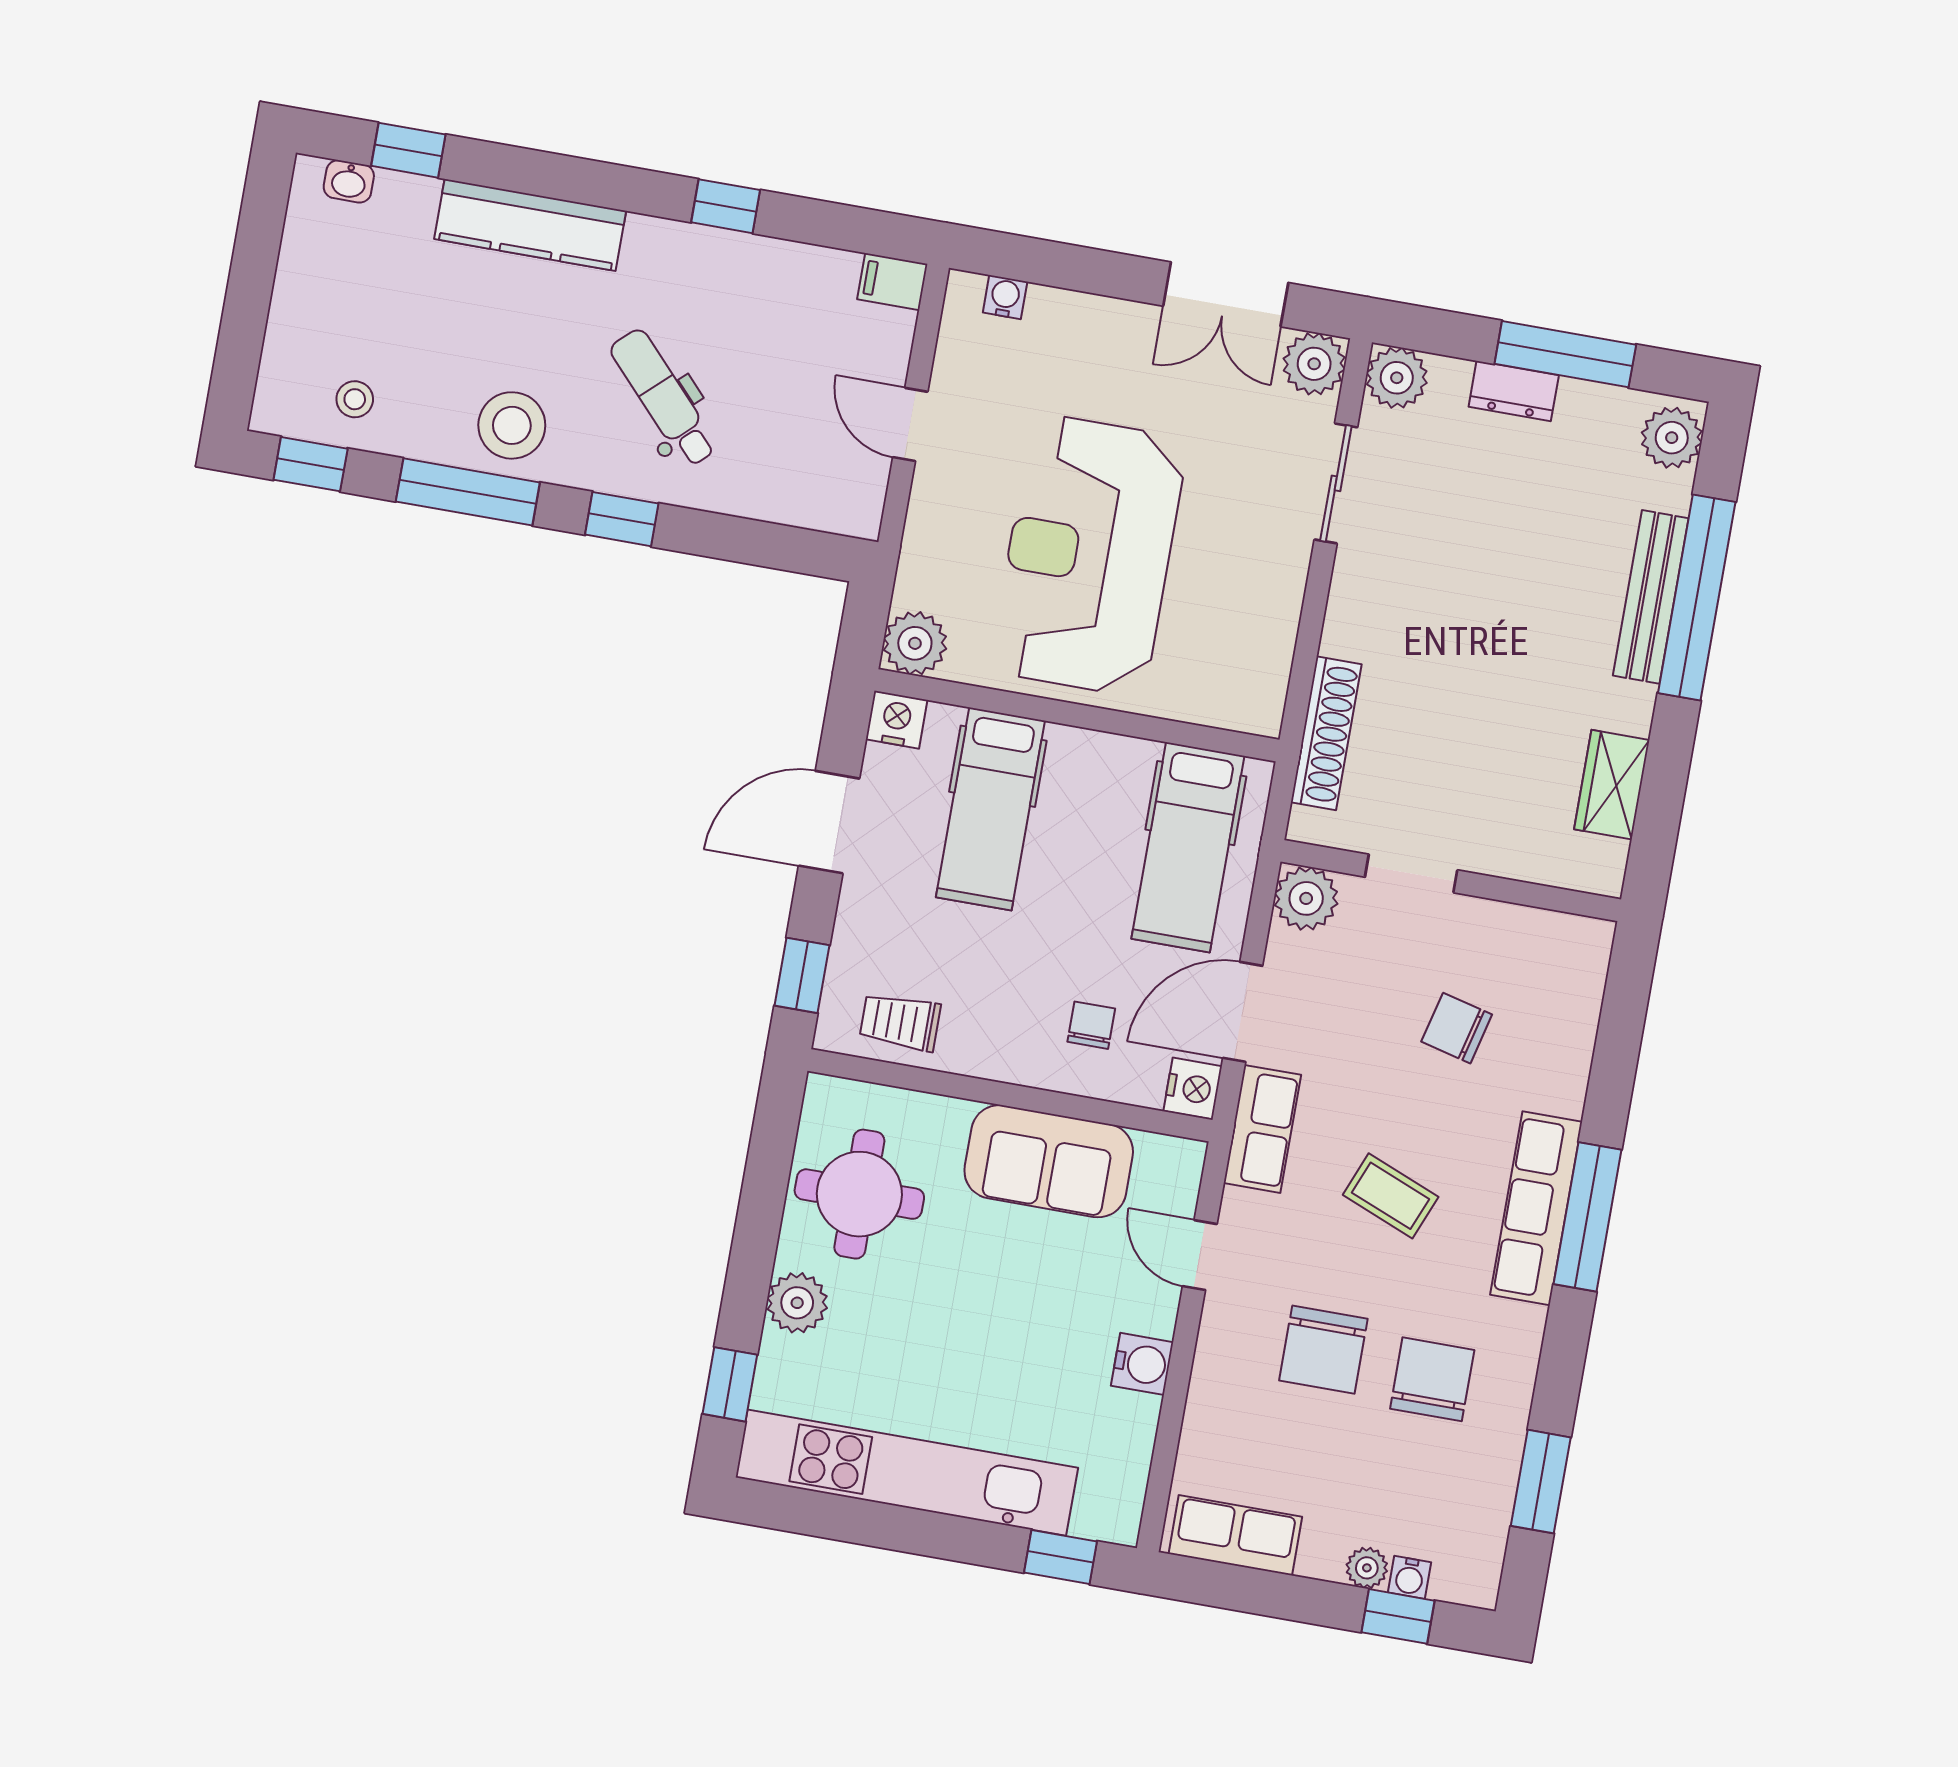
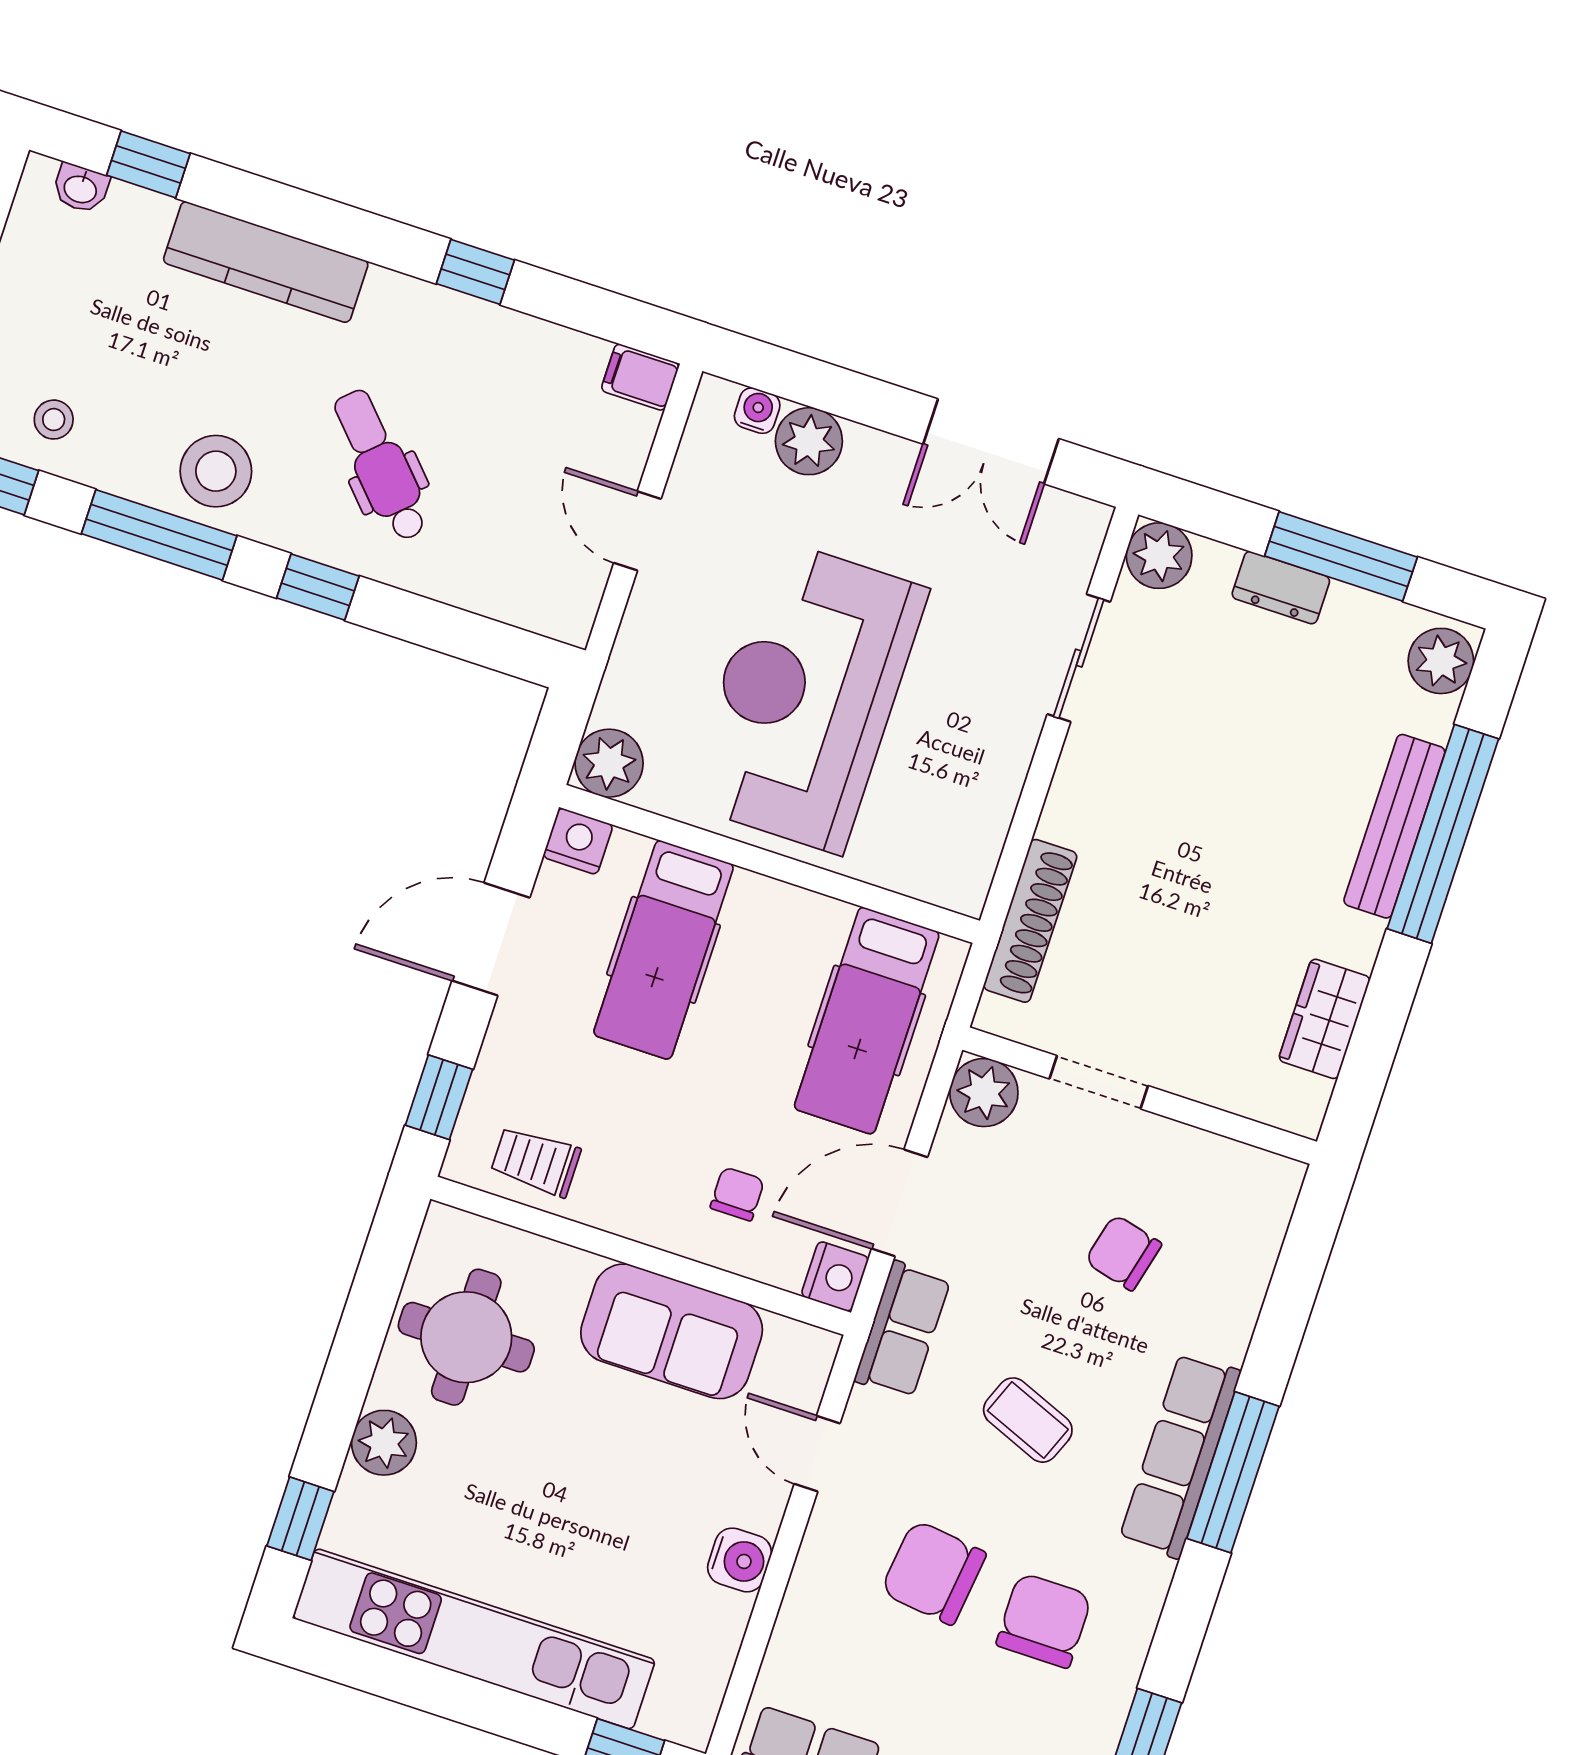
plant: (1314, 364) -> (809, 441), moved
chair: (1323, 1350) -> (933, 1573), turned 97

